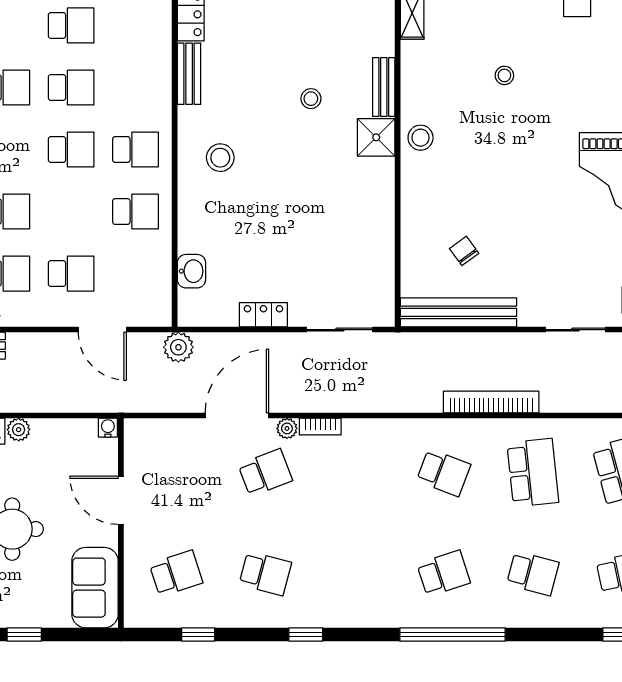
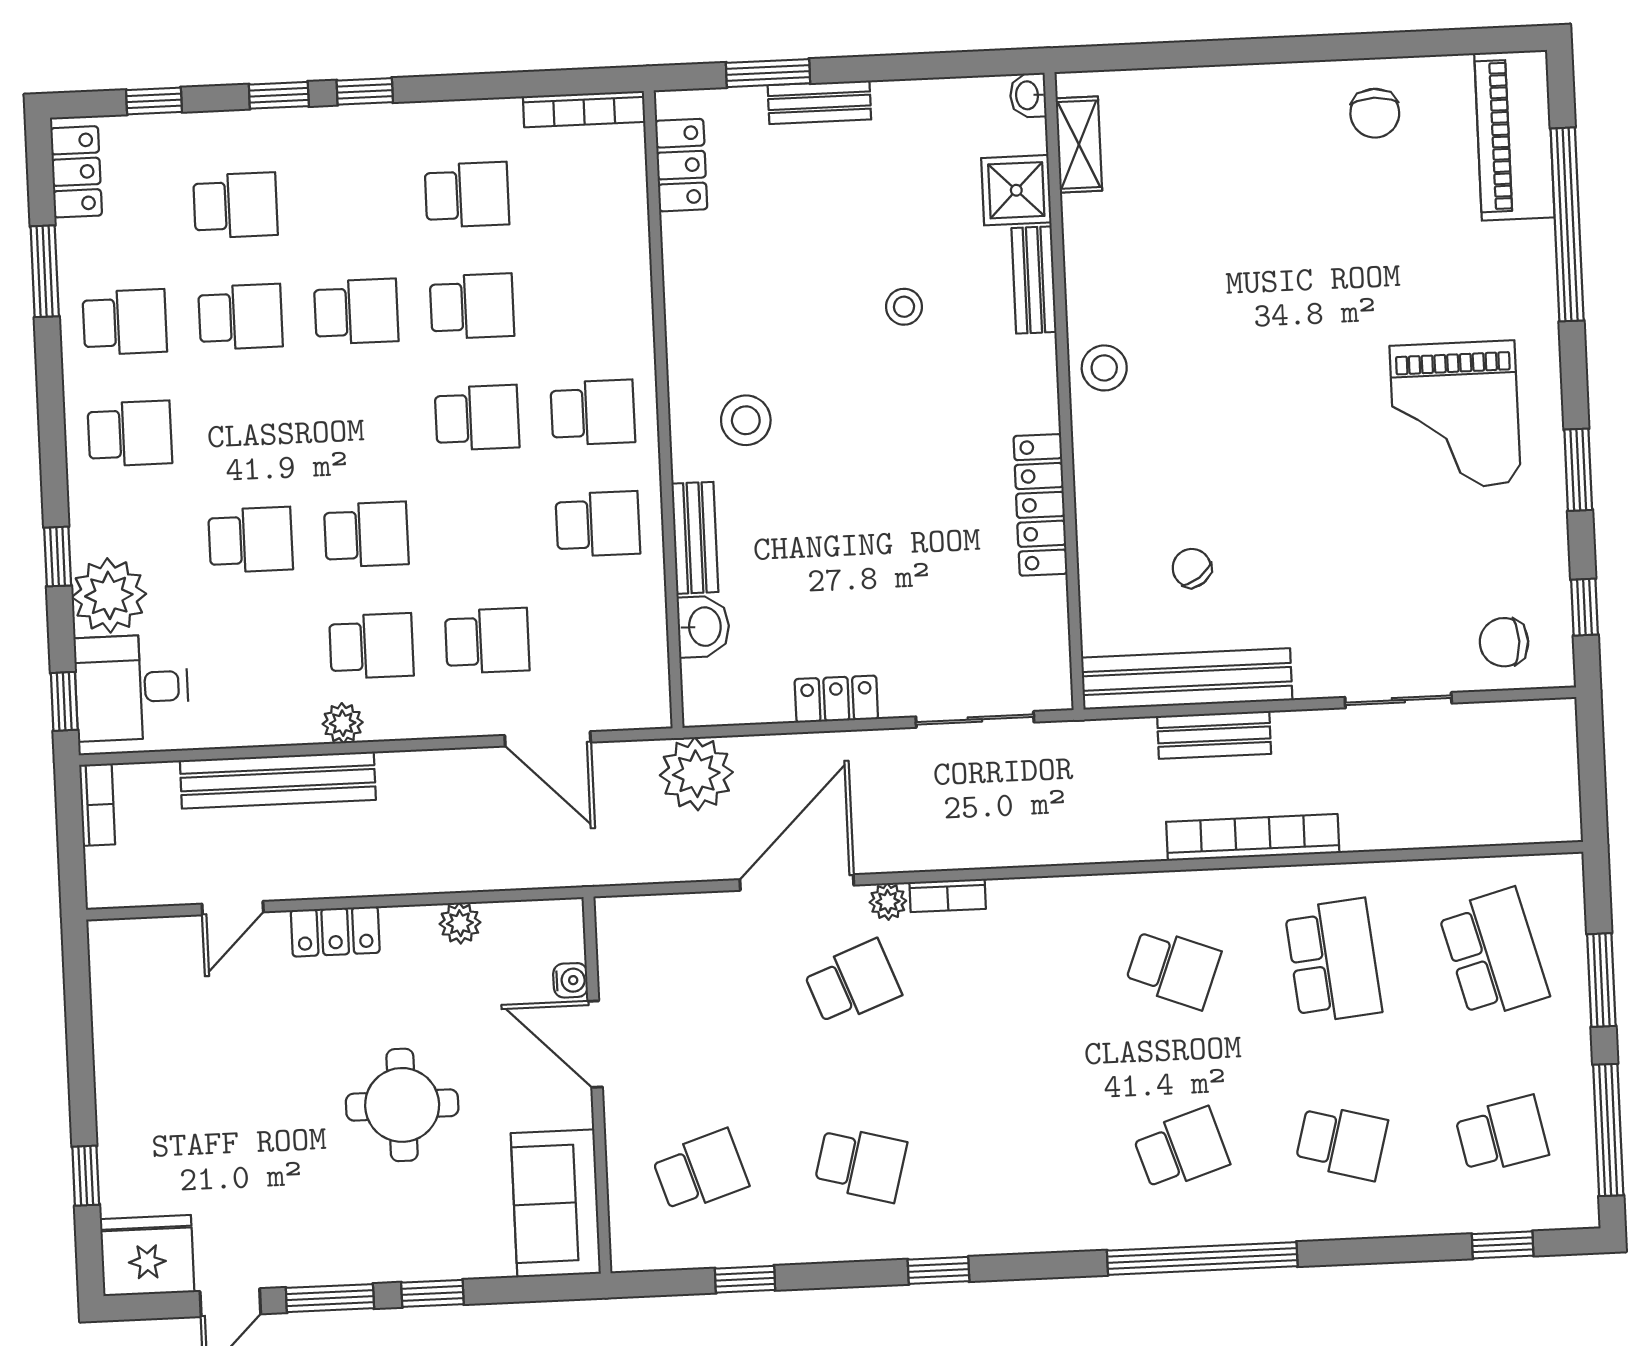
bench: (189, 74) -> (695, 538), moved
stool: (504, 75) -> (1250, 249), removed
shower: (376, 137) -> (1016, 190), moved
locker: (382, 212) -> (1040, 505), added
bench: (472, 344) -> (1214, 735), added
plant: (178, 347) -> (696, 774), width x1.36, depth x1.36
water cooler: (108, 428) -> (570, 980), moved, turned 90
plant: (19, 430) -> (460, 923), moved

